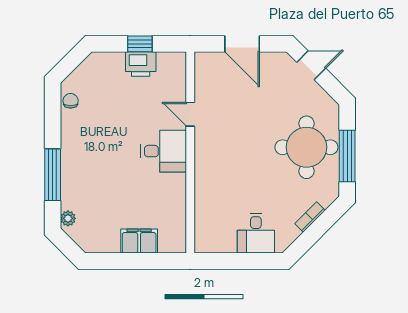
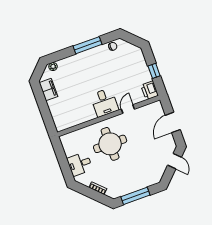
printer: (141, 64) -> (150, 90), moved
round table: (306, 147) -> (110, 144), moved
window: (53, 175) -> (88, 45), moved
filing cabinet: (139, 241) -> (48, 90), moved

